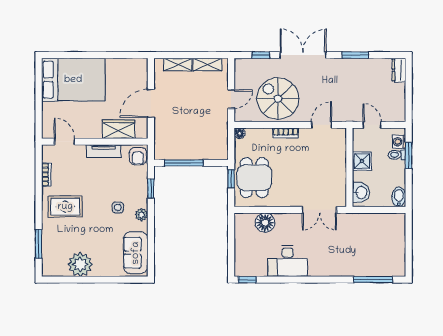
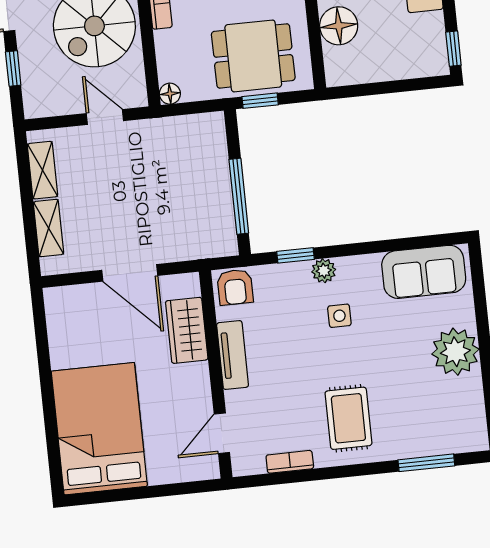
armchair: (138, 156) -> (235, 287), turned 90
plant: (142, 215) -> (324, 271), moved
plant: (80, 264) -> (455, 352), moved

